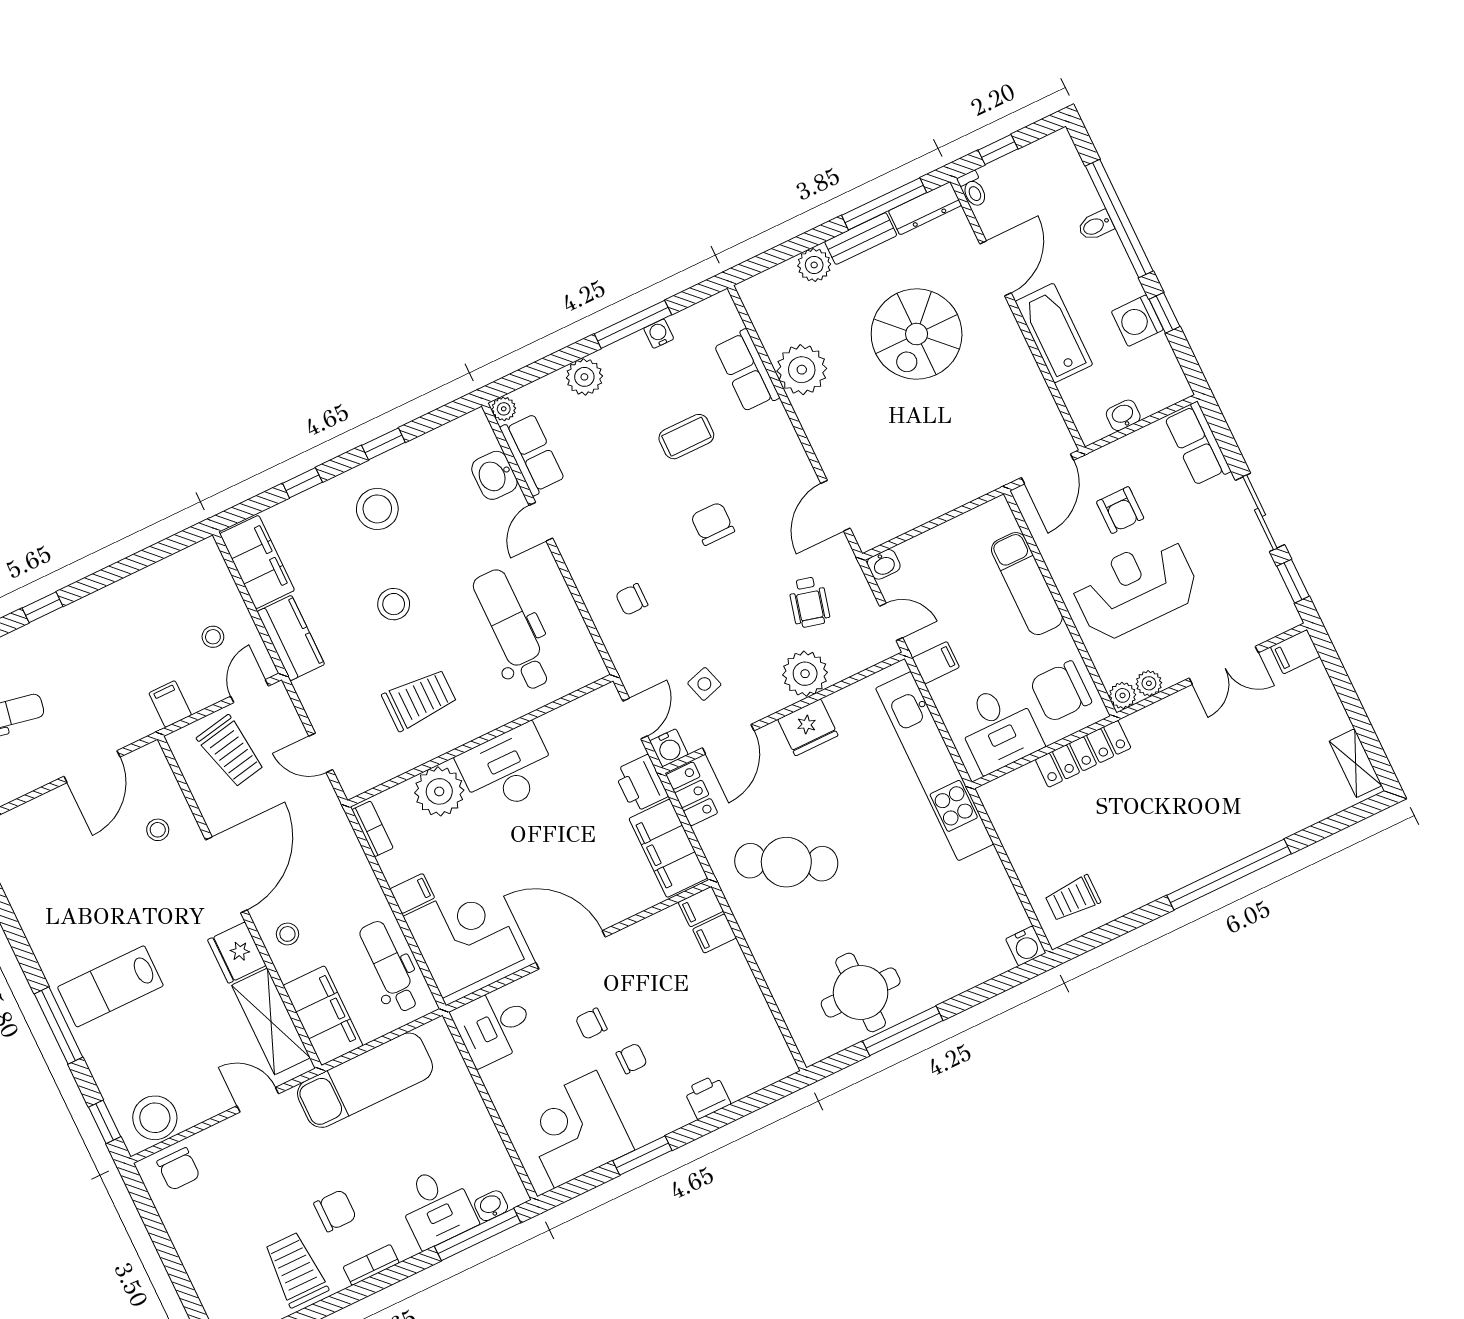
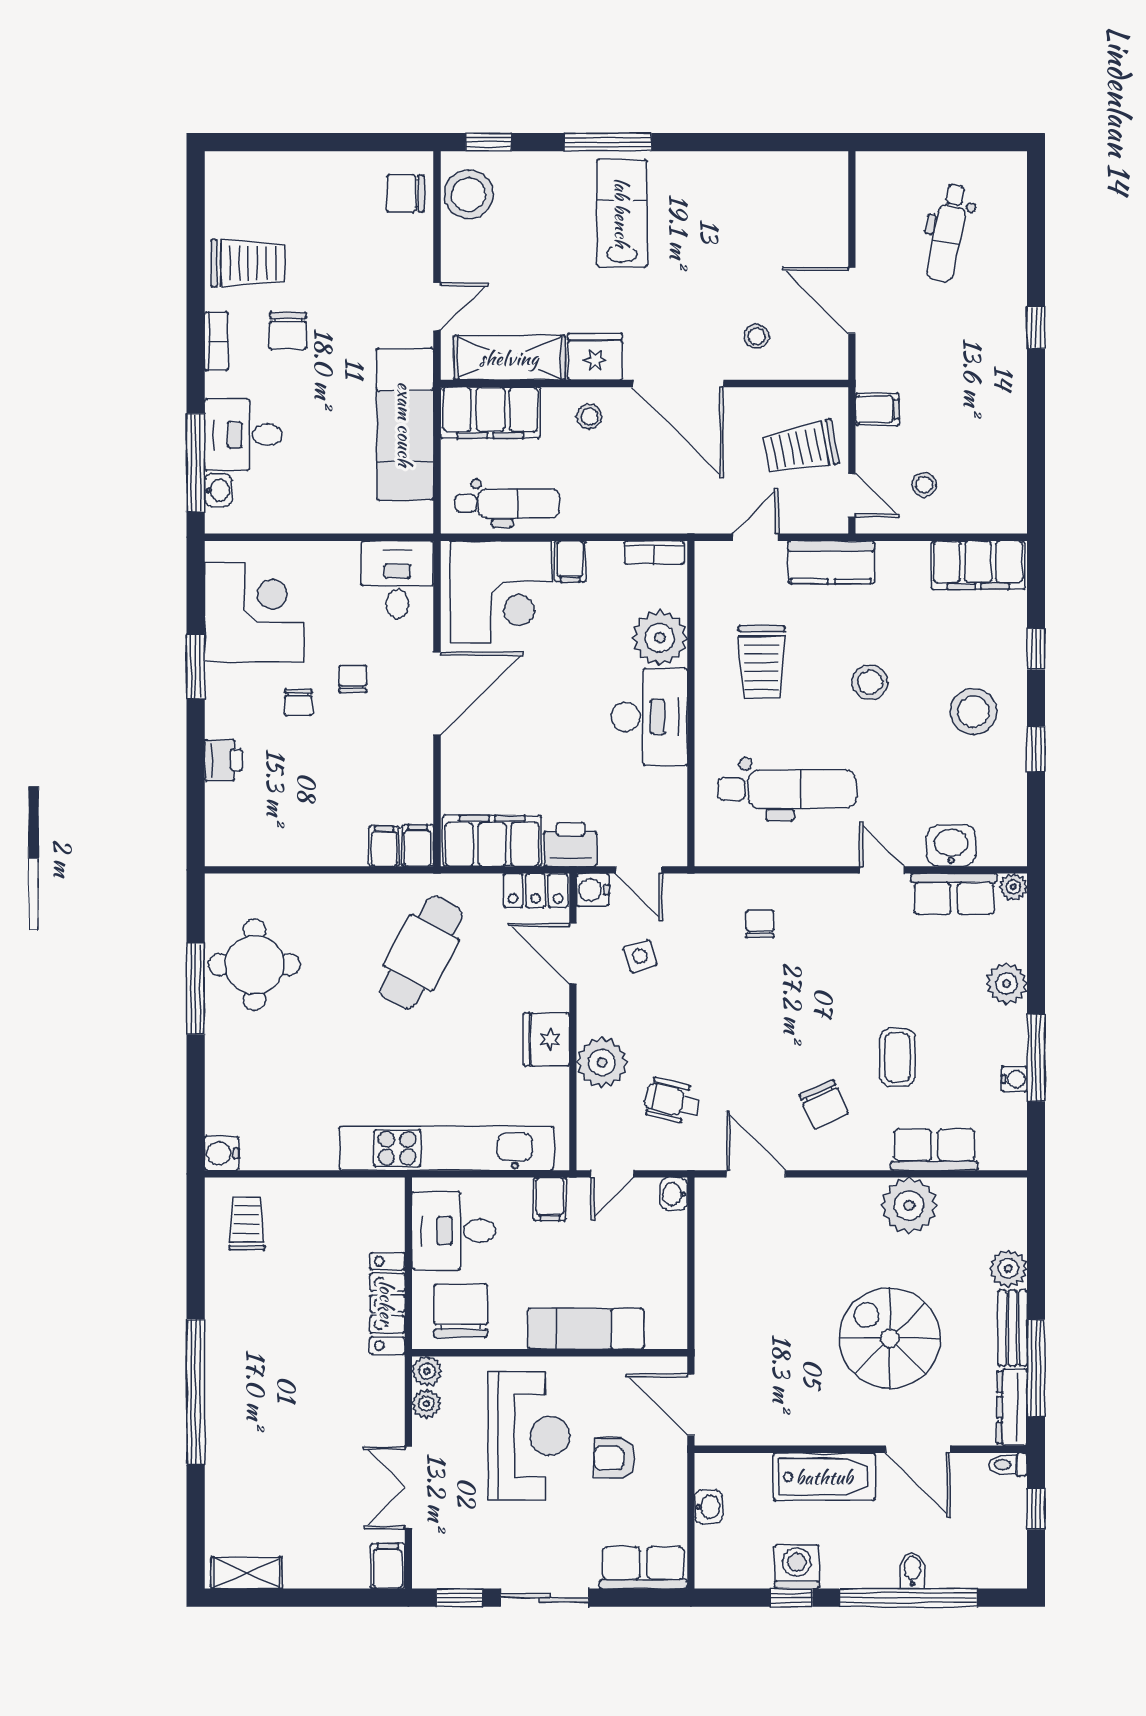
chair: (713, 524) -> (824, 1104), moved, turned 66
kitchen counter: (291, 638) -> (831, 562), moved

